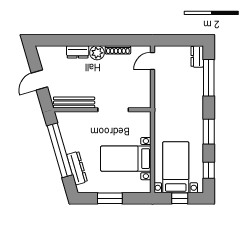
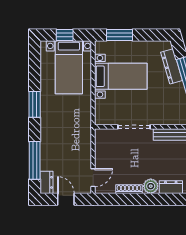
door: (179, 40) -> (66, 199), added
window: (209, 170) -> (35, 64), removed
window: (110, 198) -> (119, 35), moved

